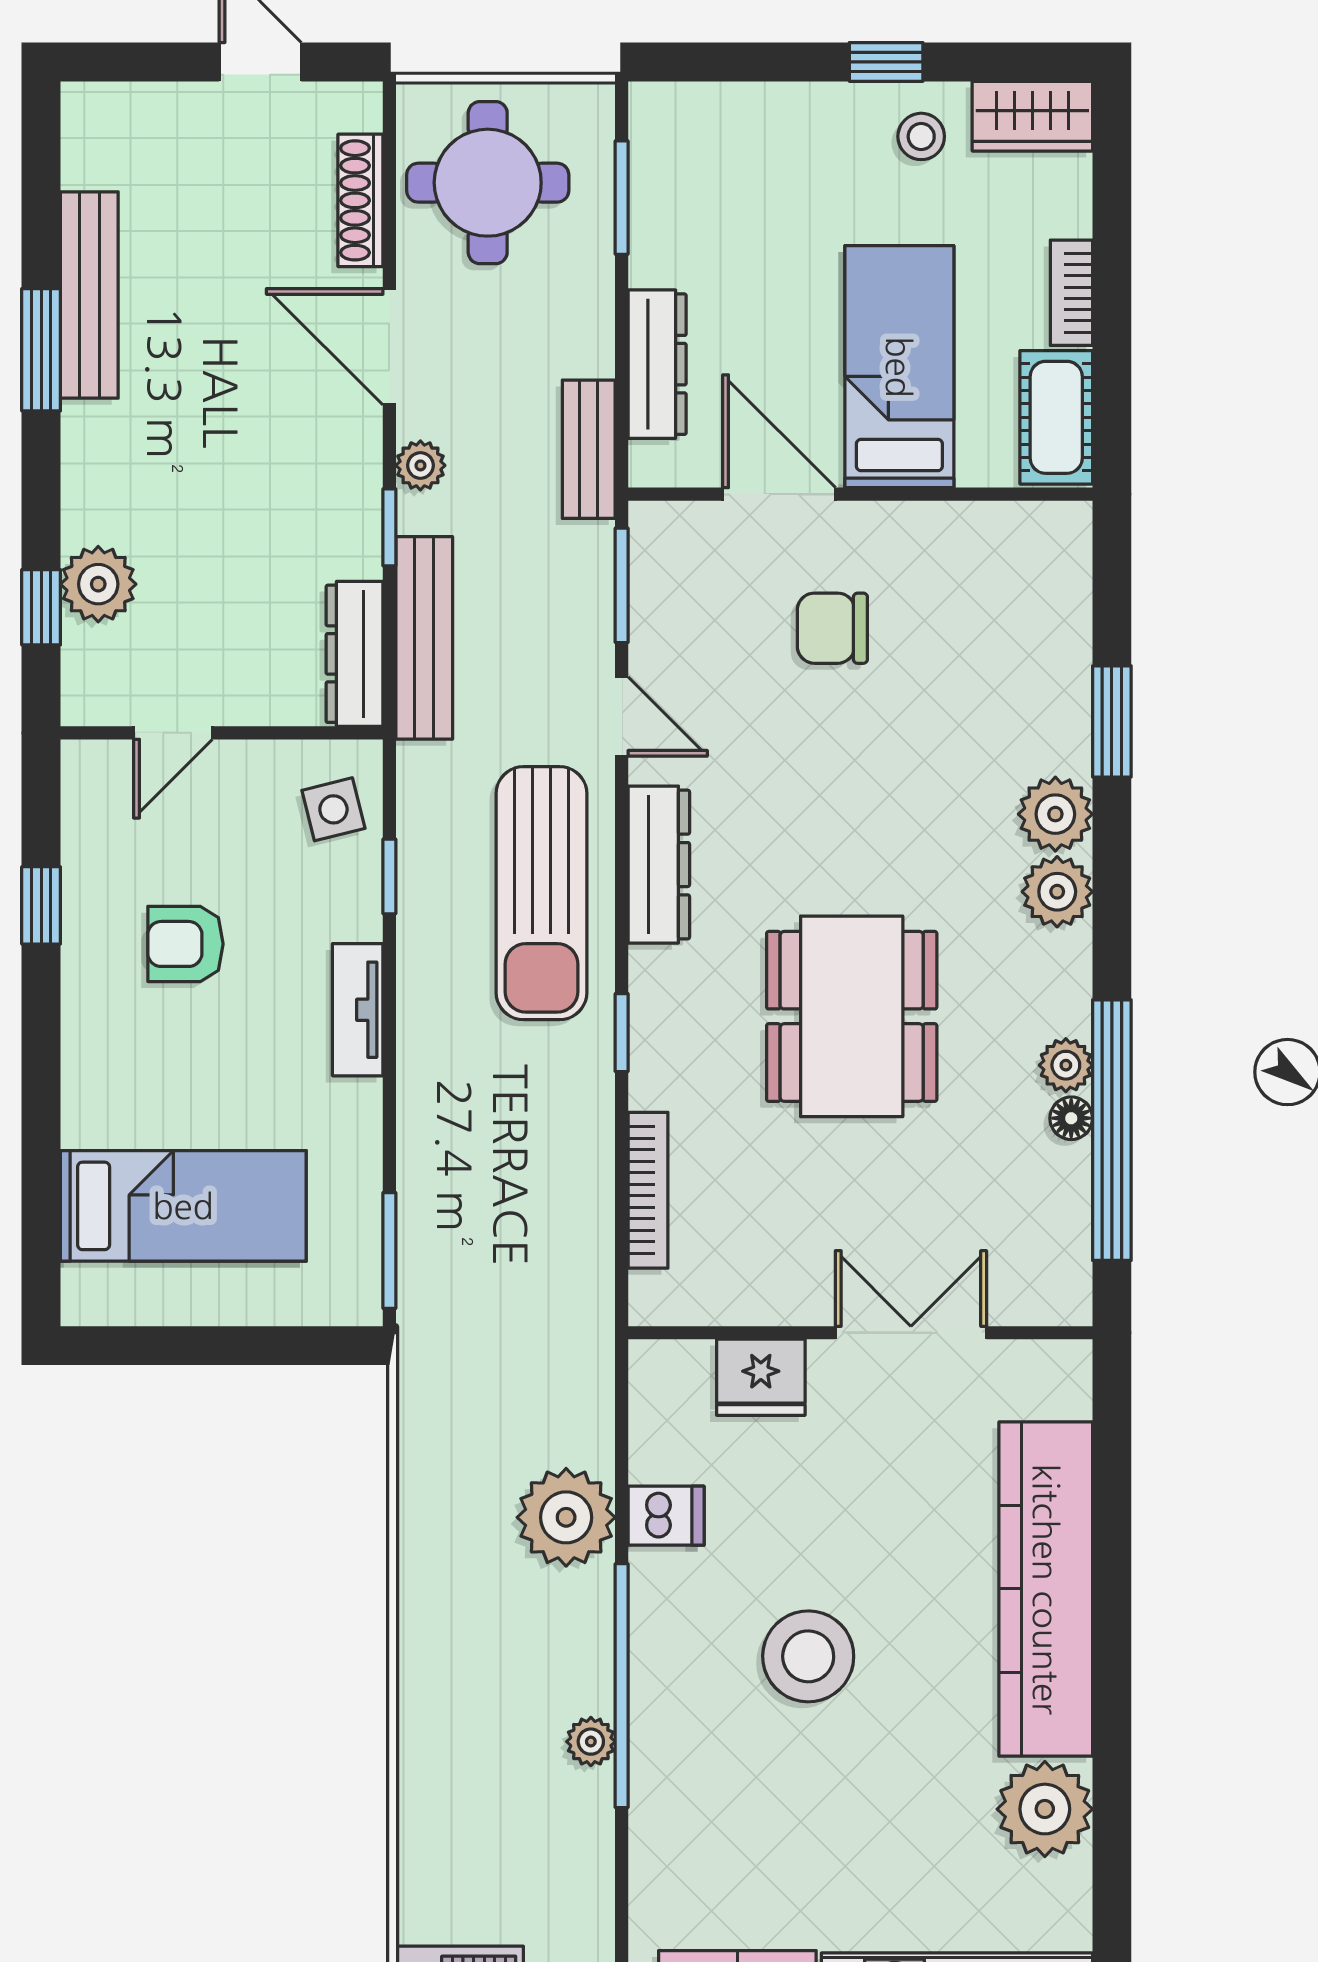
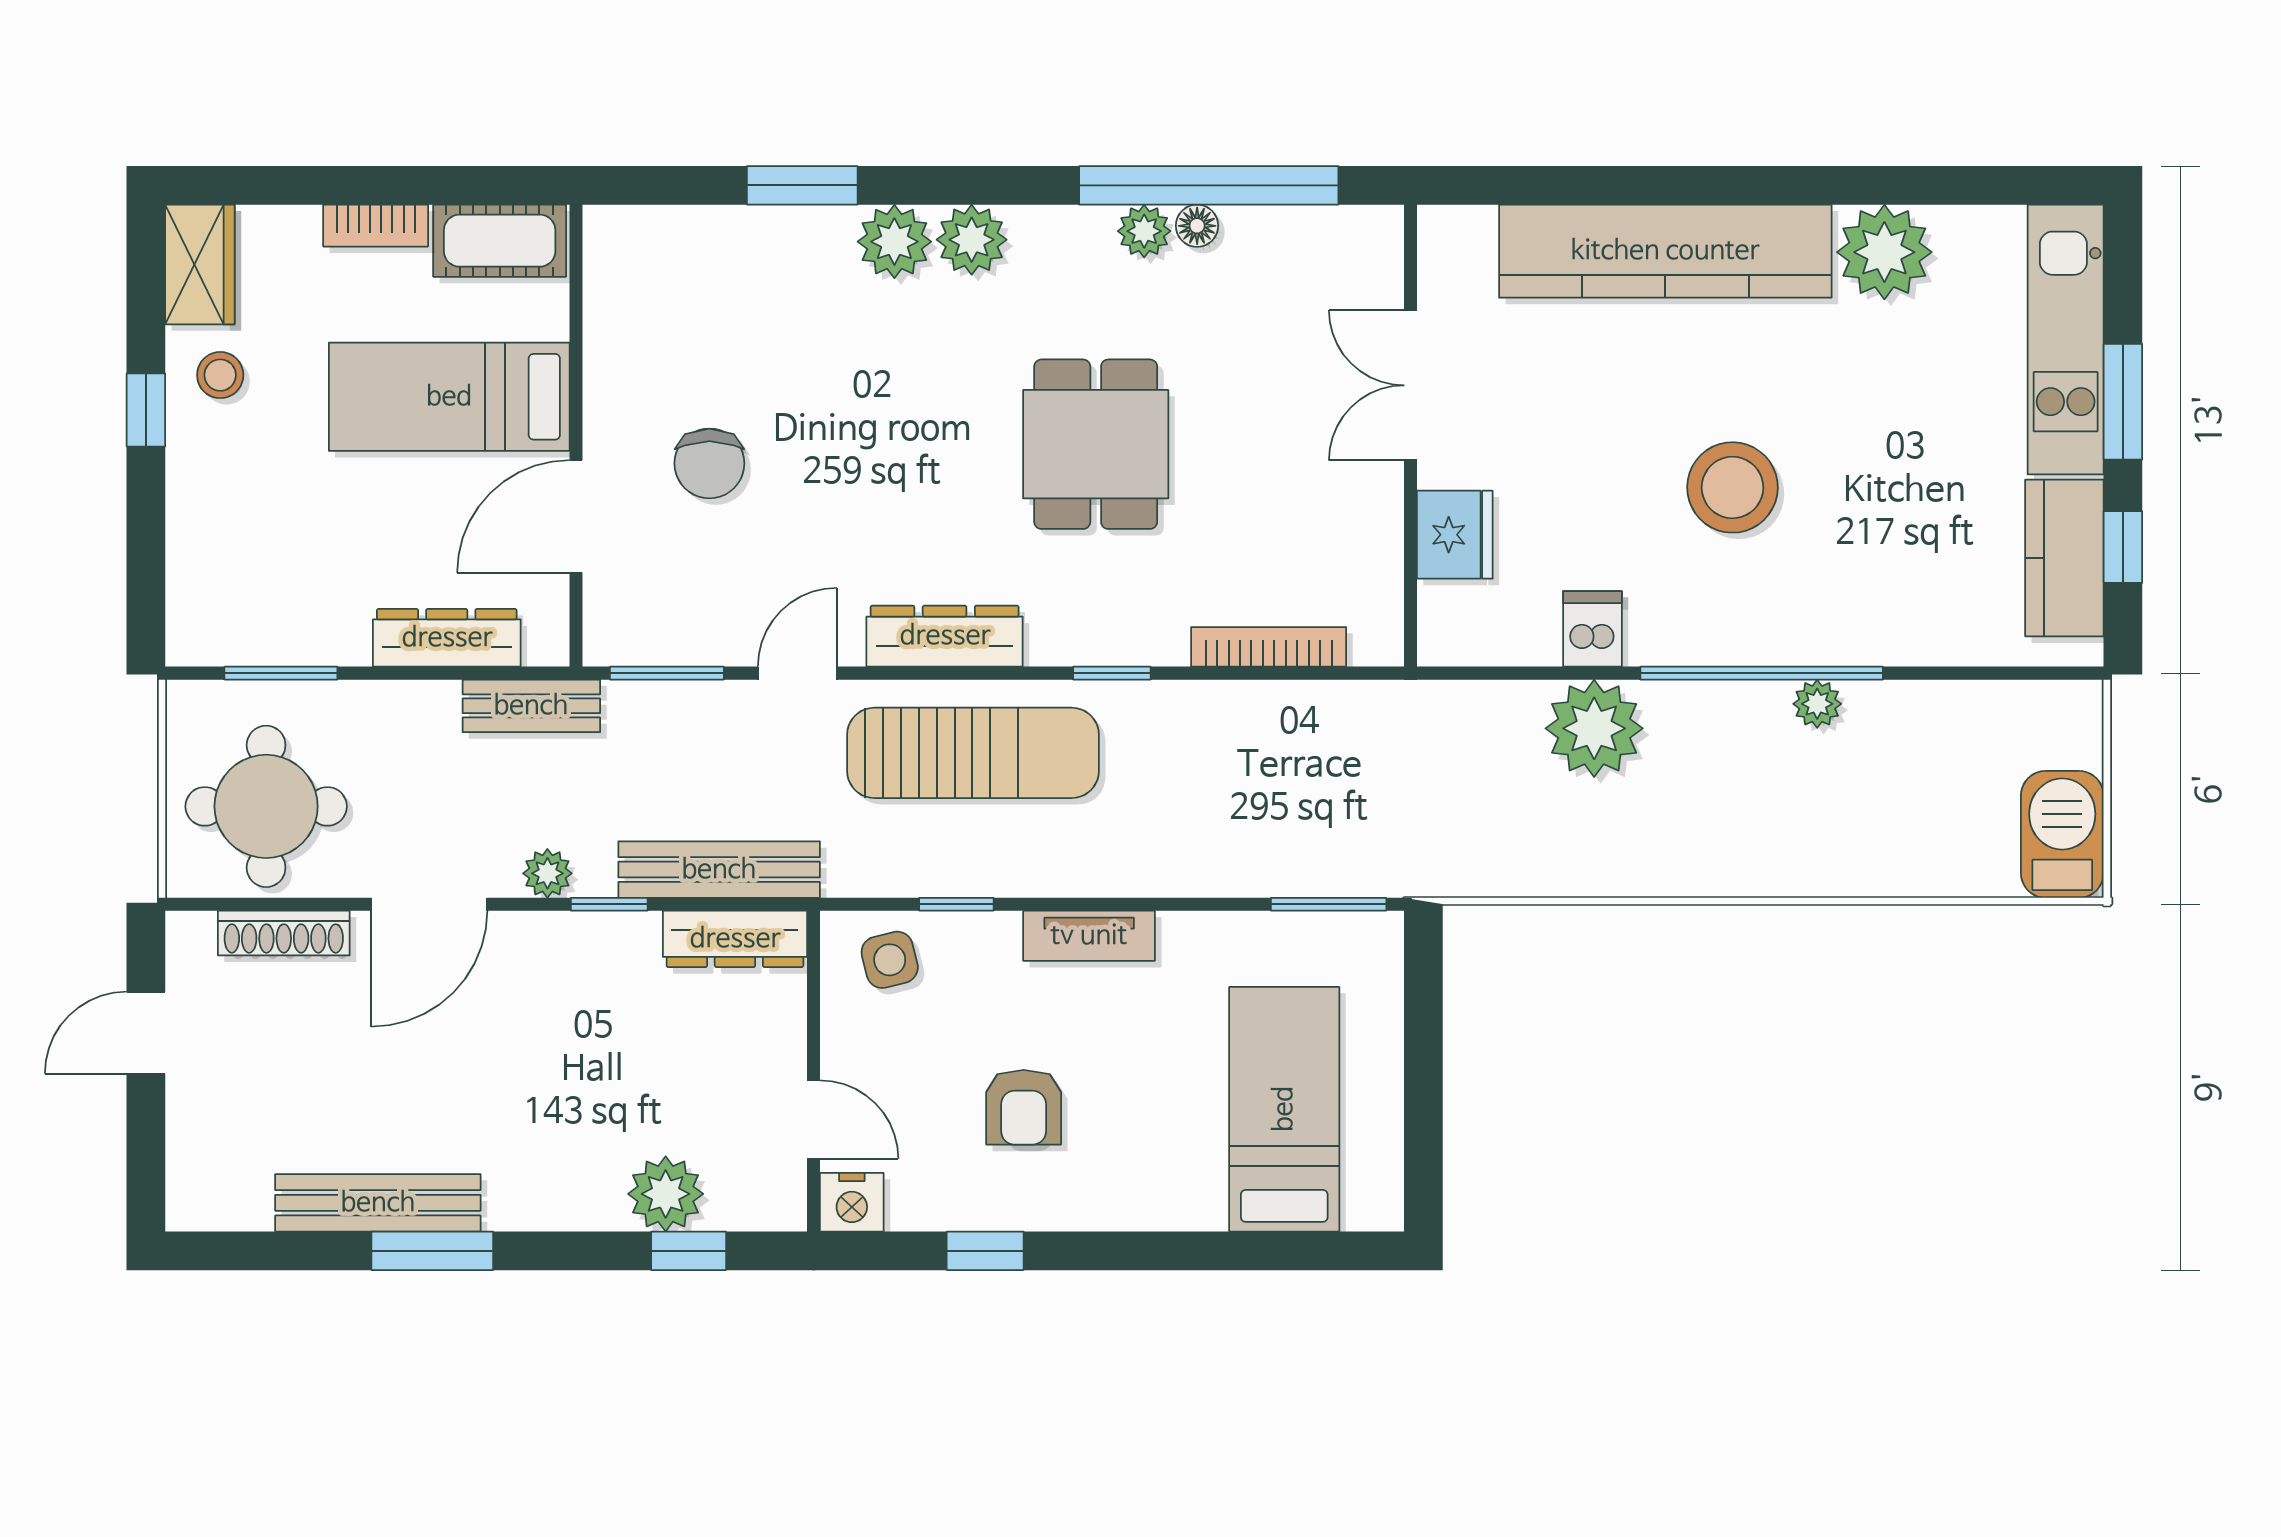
nightstand: (90, 771) -> (852, 1202), added
dining table: (852, 1016) -> (1096, 444), width x0.73

